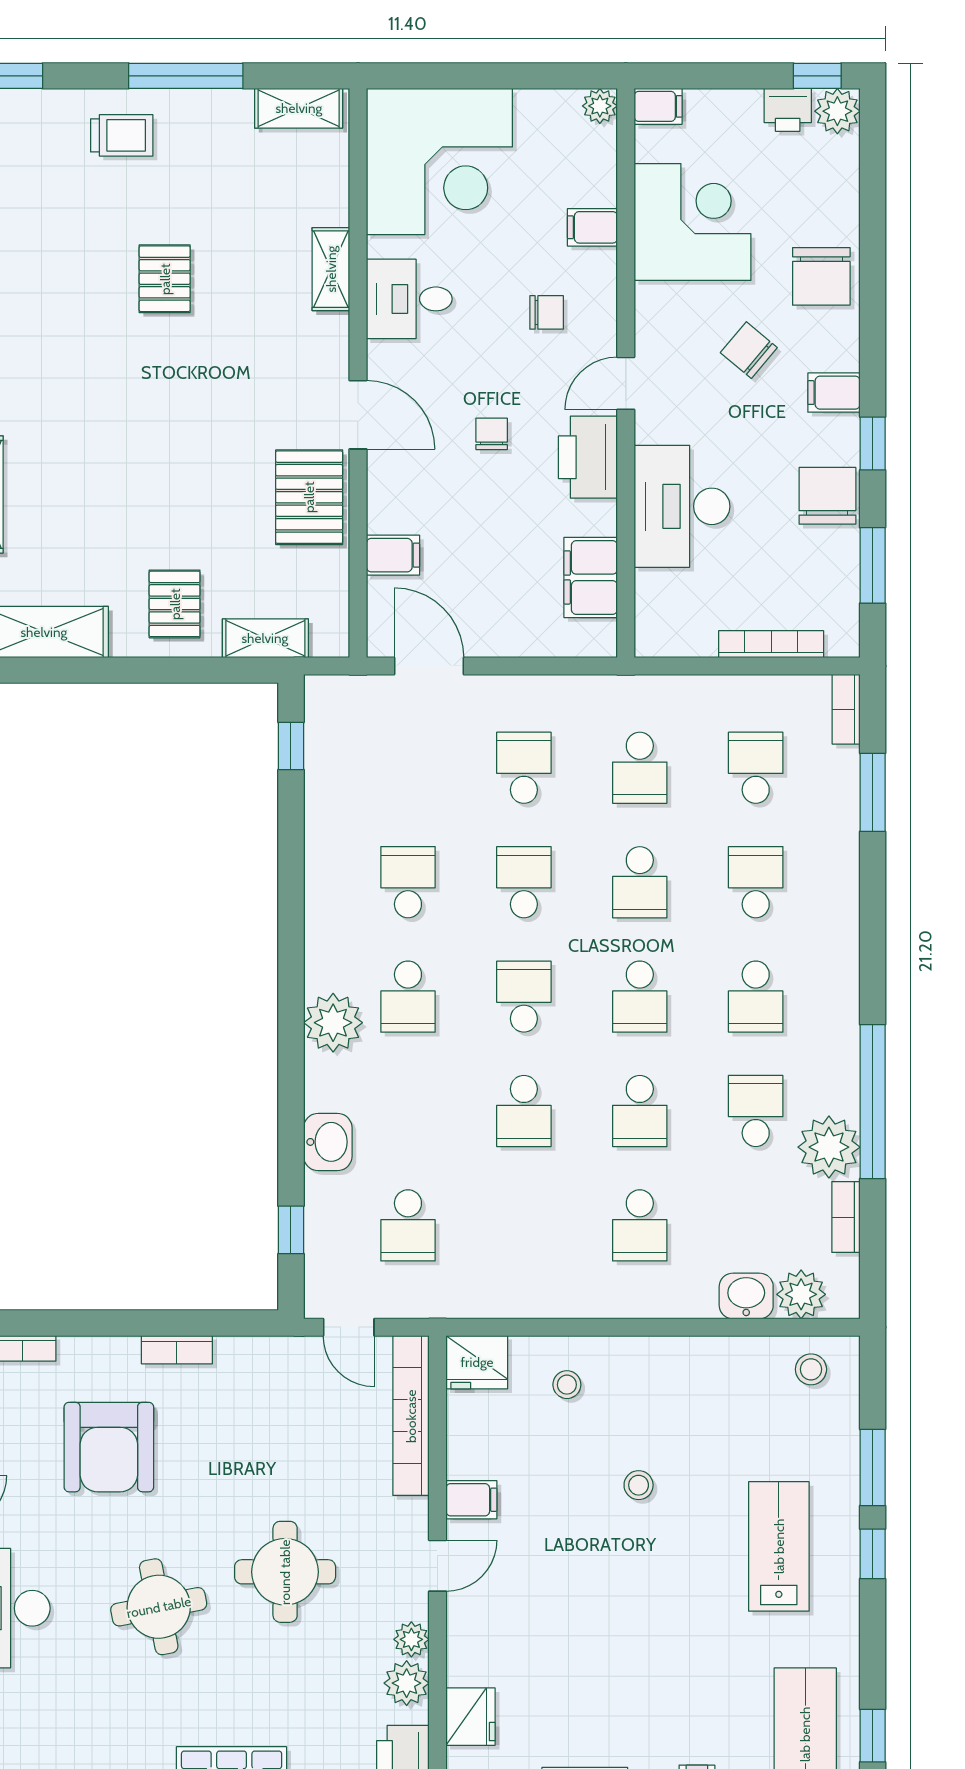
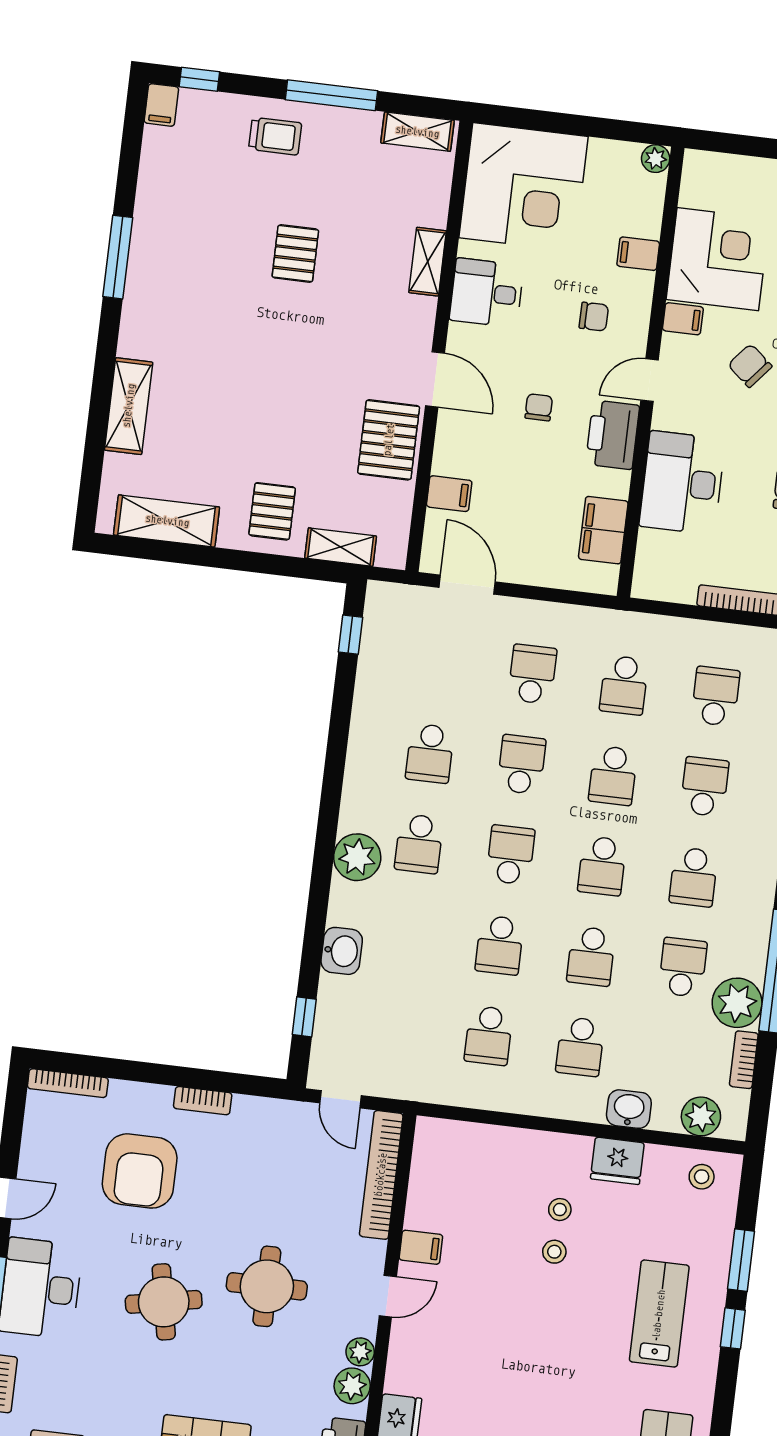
filing cabinet: (658, 106) -> (683, 319), moved
school desk: (408, 882) -> (430, 753), turned 180
school desk: (408, 1225) -> (489, 1036), moved
washbasin: (746, 1296) -> (629, 1109), moved
fridge: (477, 1362) -> (617, 1161), moved
stool: (567, 1385) -> (560, 1210), moved

